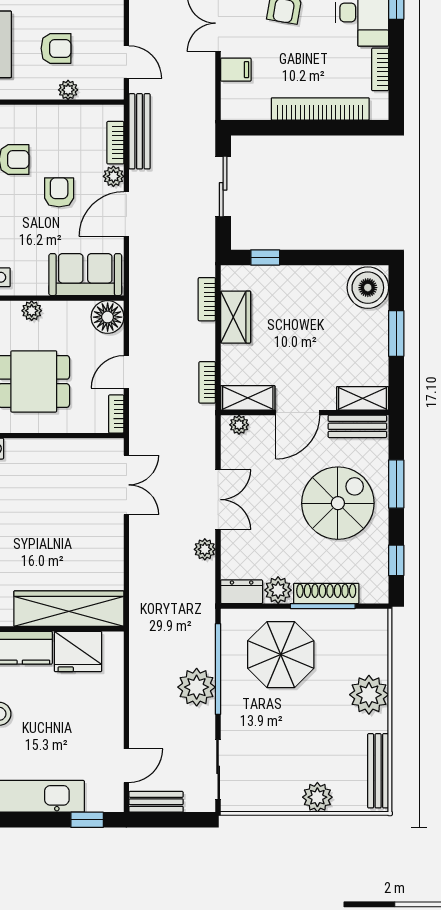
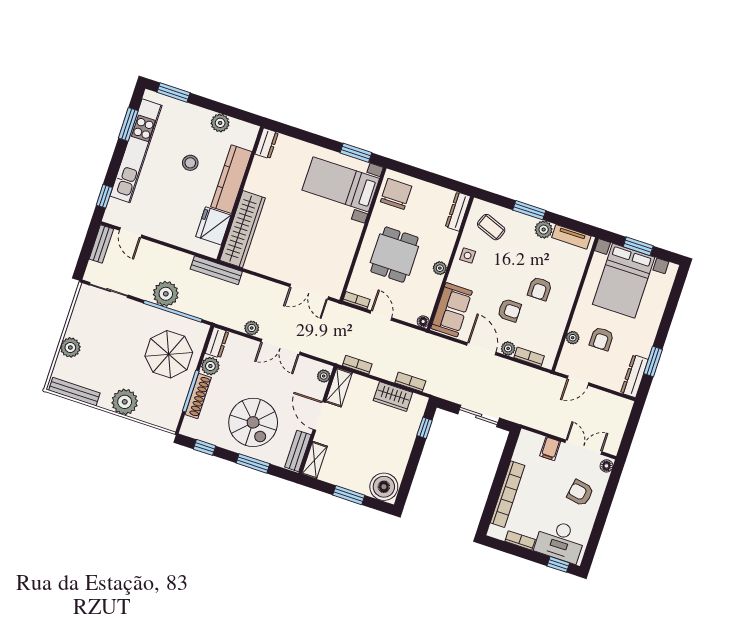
bench: (139, 131) -> (216, 270), moved
floor lamp: (108, 317) -> (423, 322), width x0.53, depth x0.53

